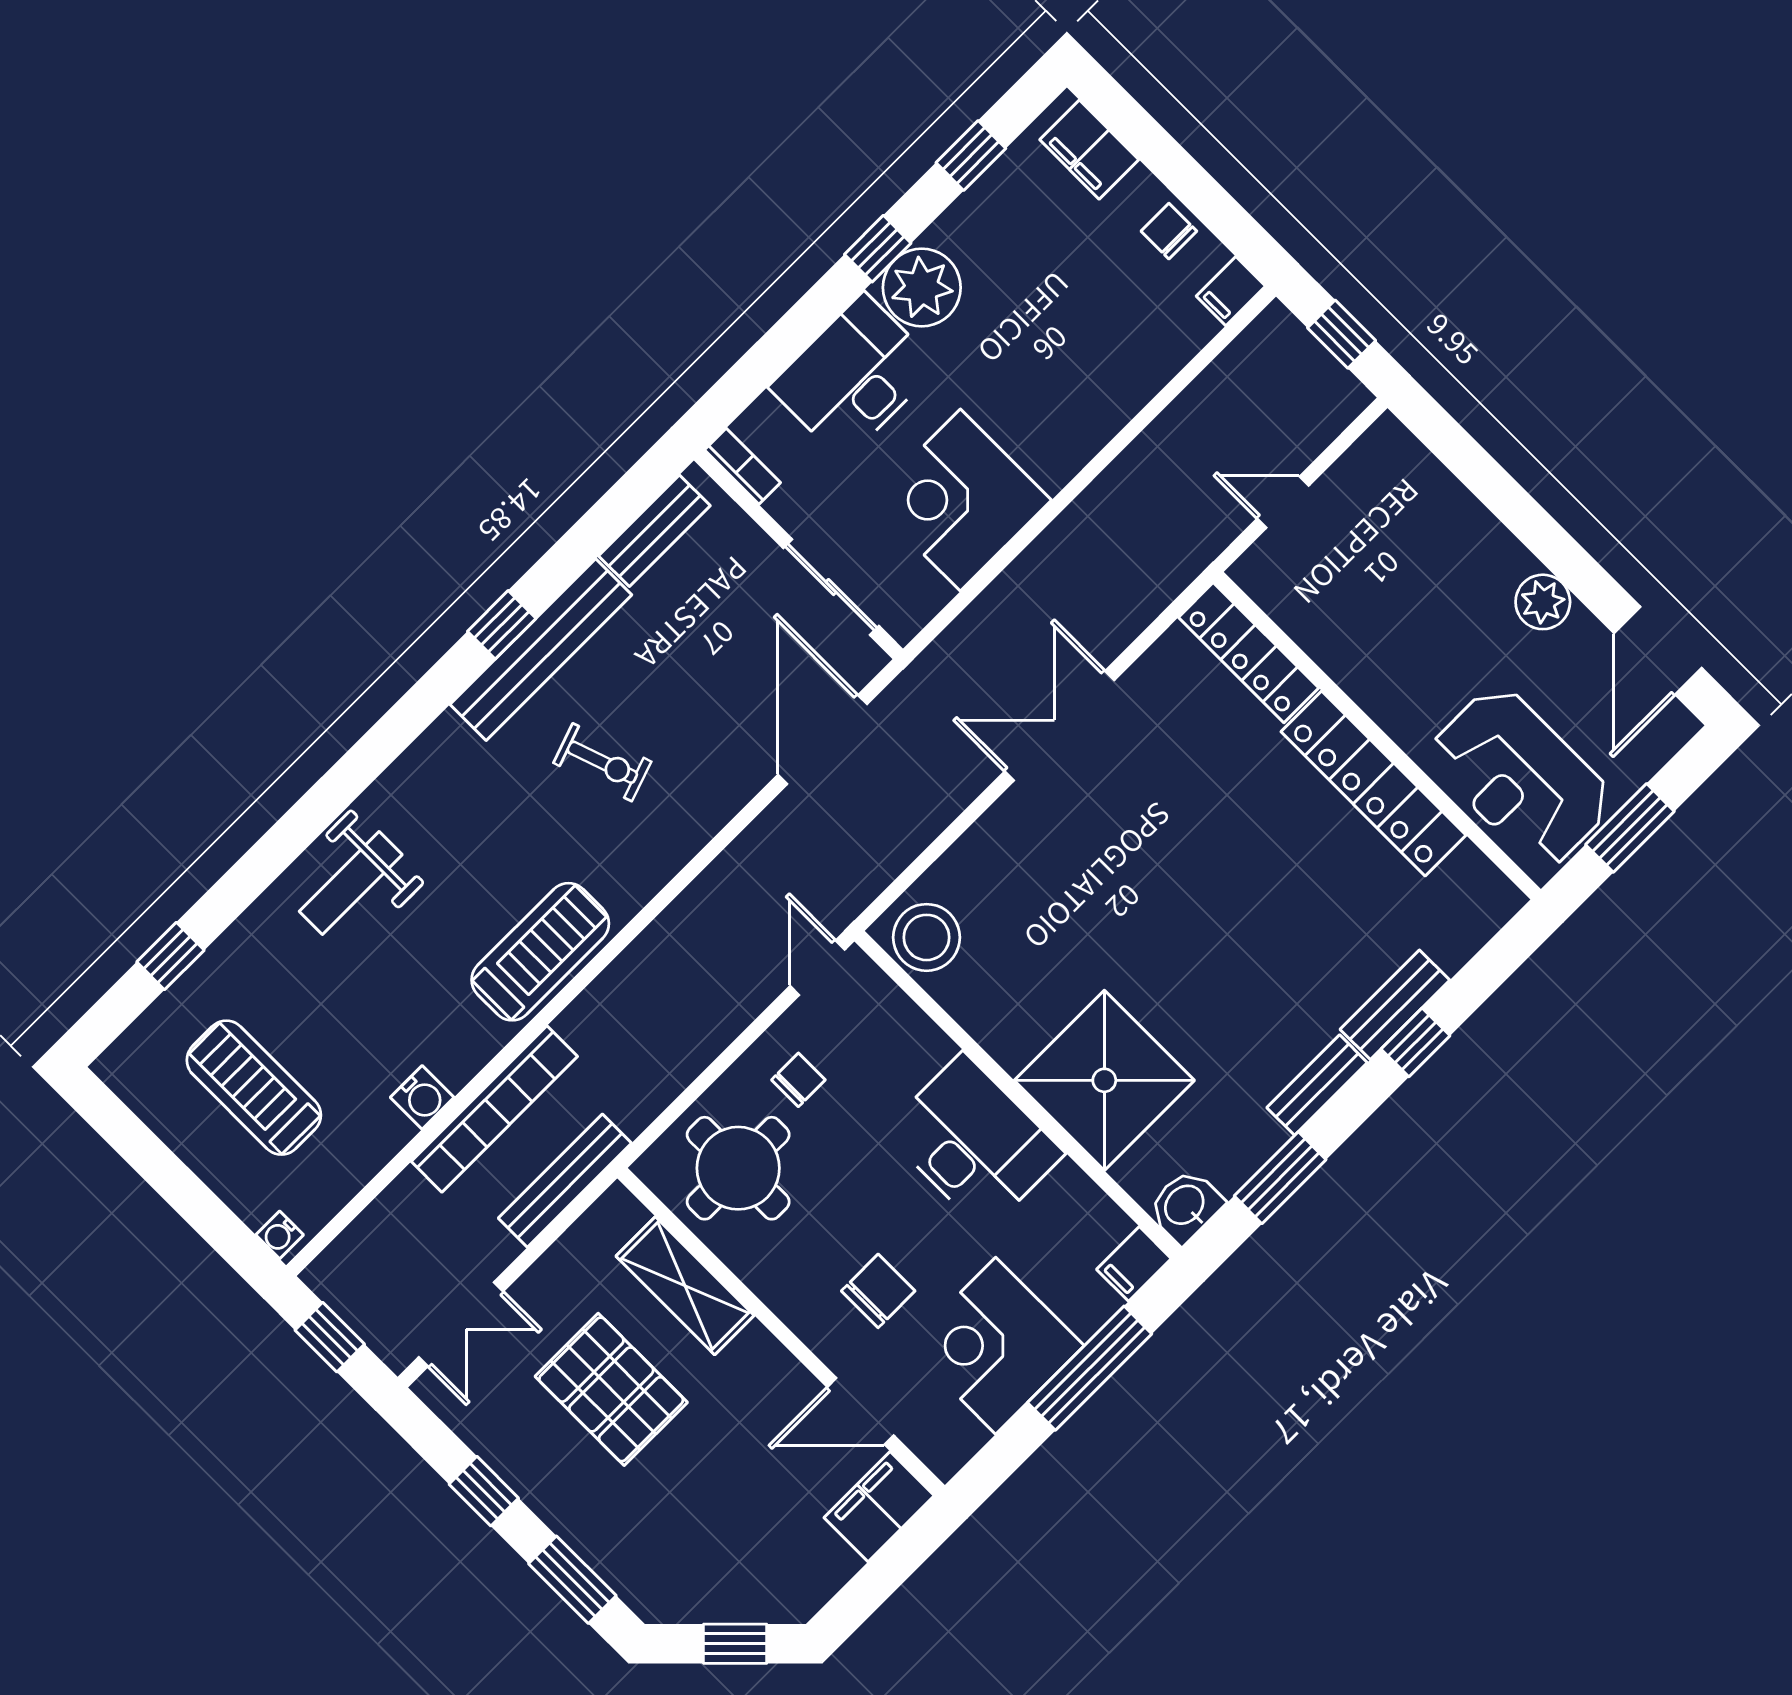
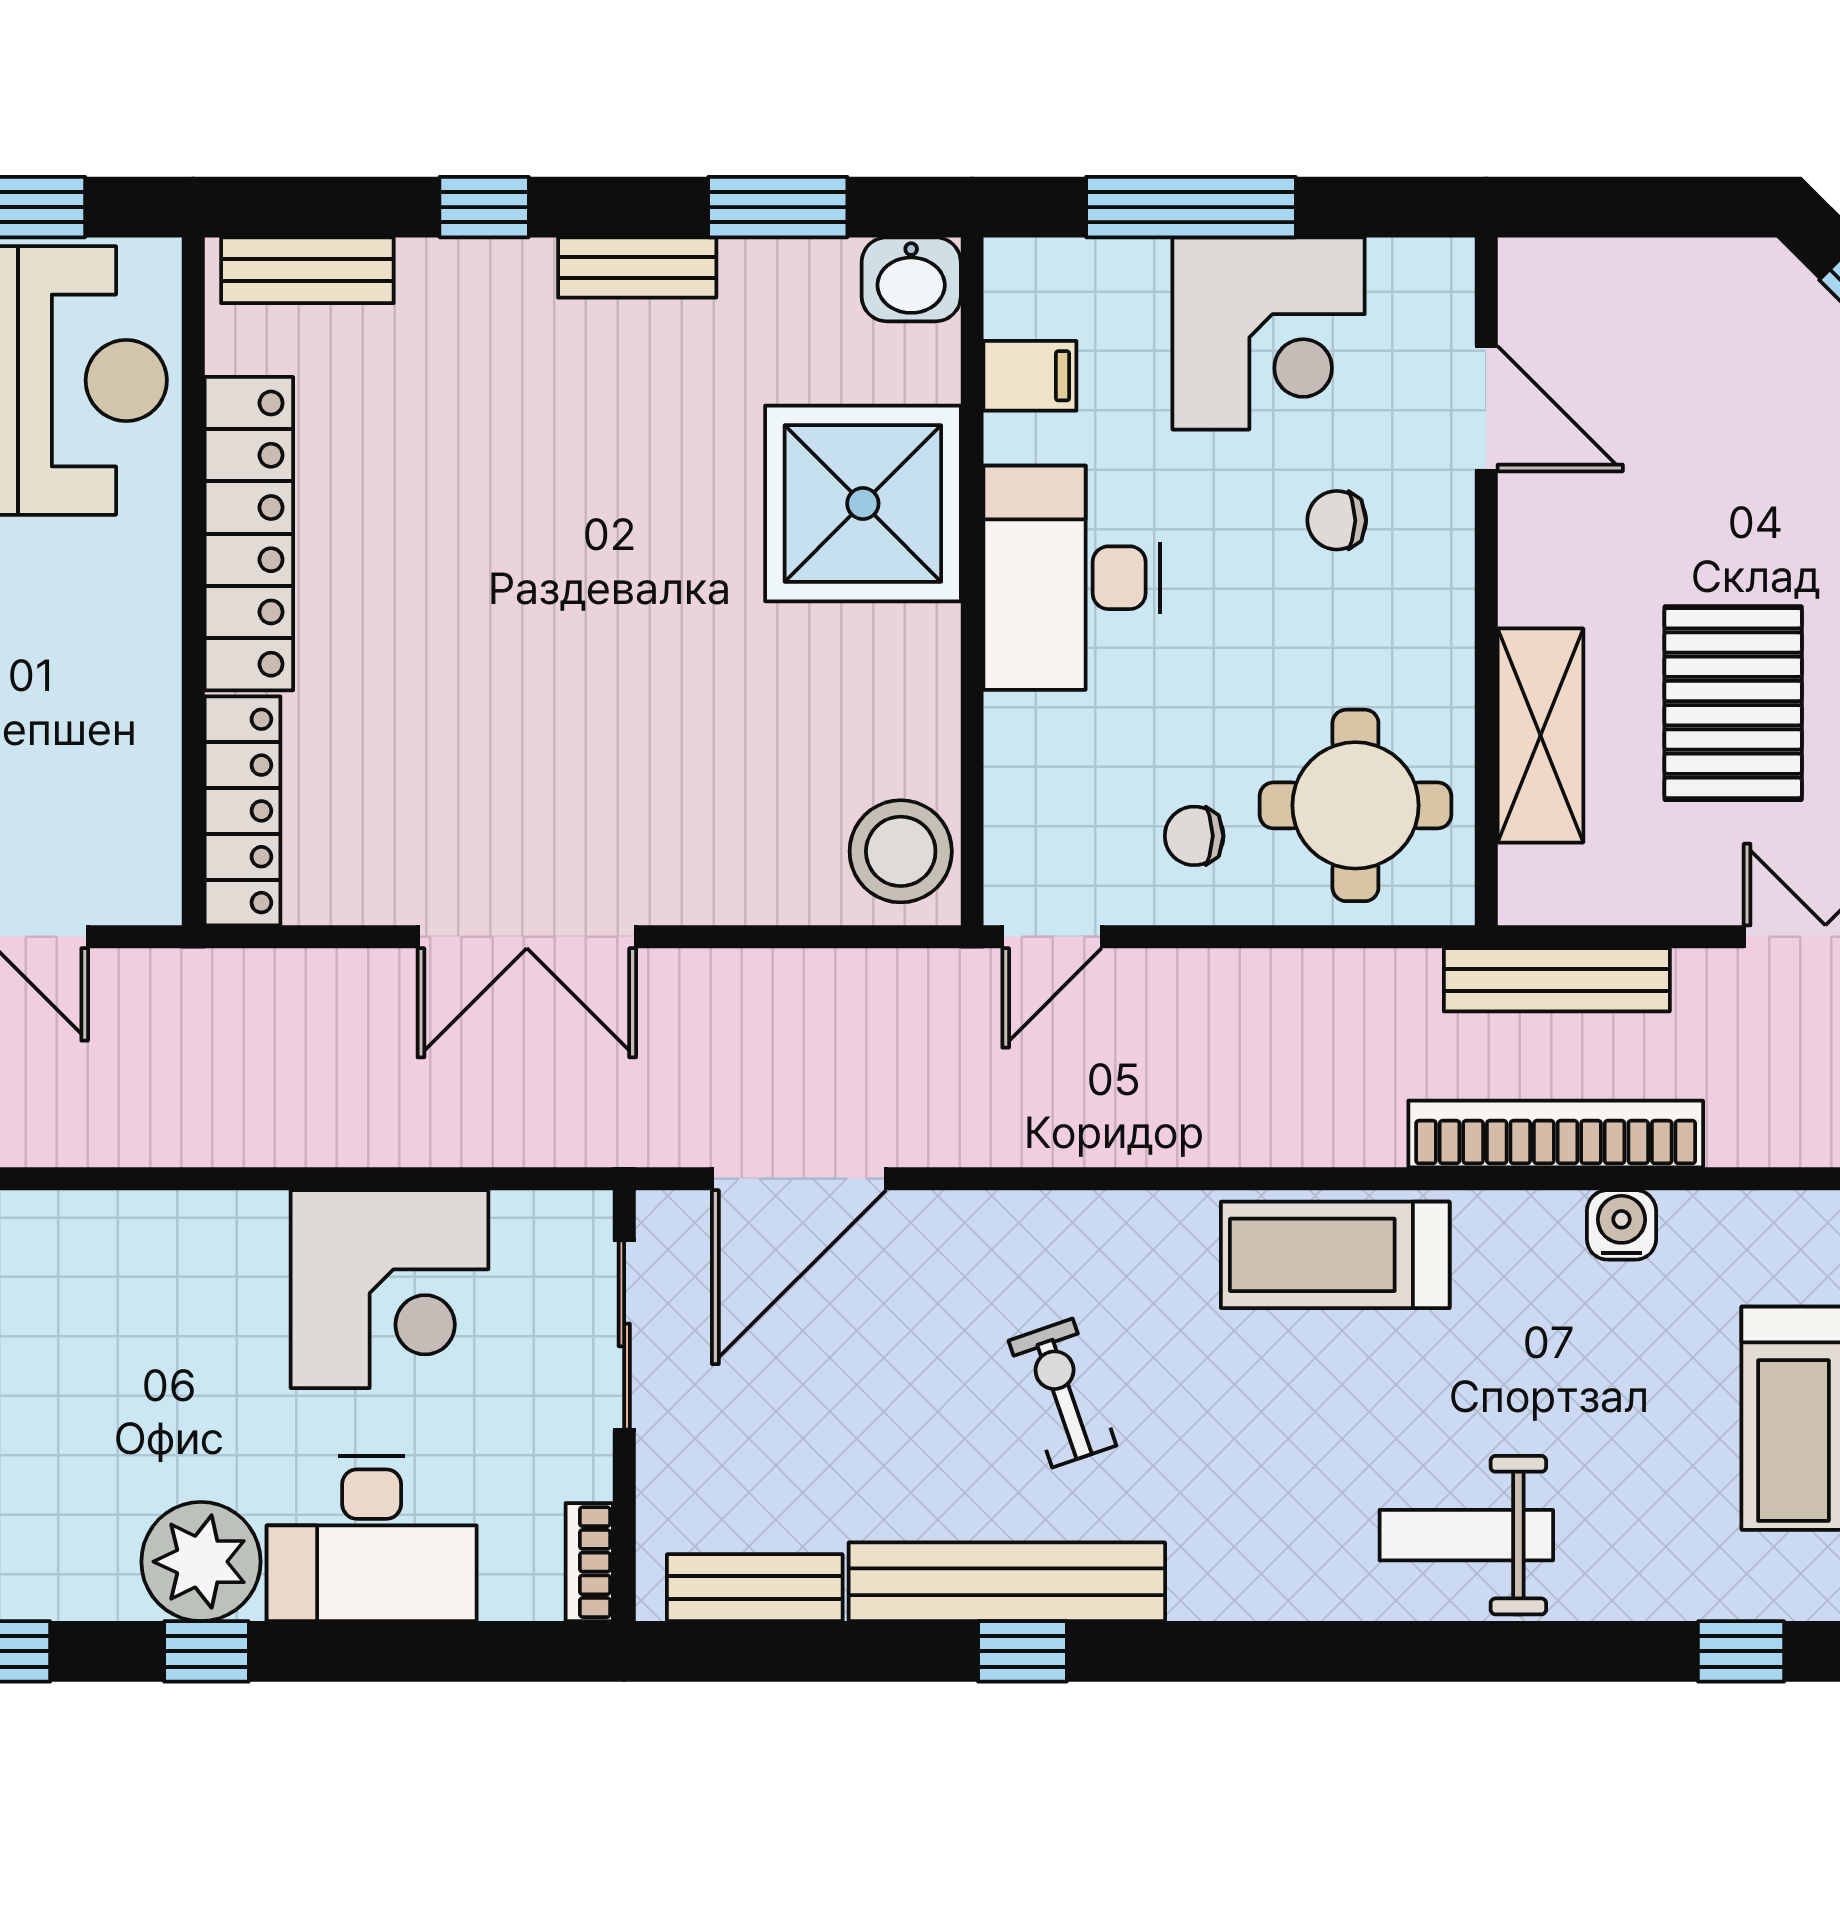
weight bench: (351, 883) -> (1466, 1535), turned 180
bench: (1395, 1005) -> (307, 270), moved
filing cabinet: (1134, 1264) -> (1030, 376), moved
chair: (878, 1291) -> (1337, 520), width x0.73, depth x0.73
filing cabinet: (879, 1507) -> (1570, 285), removed

